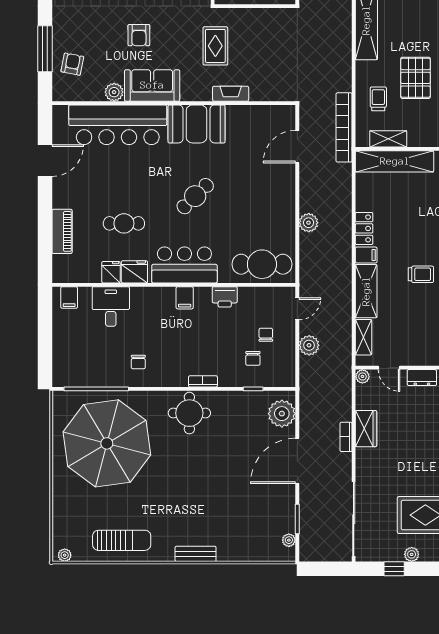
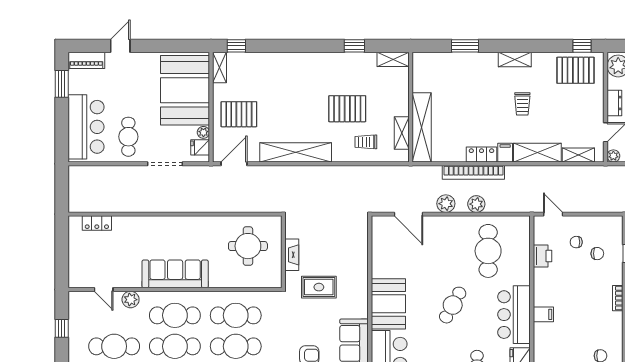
fireplace: (231, 94) -> (292, 255), moved, turned 180
bookcase: (344, 127) -> (473, 172), moved
cafe table: (195, 196) -> (453, 305), turned 73
cafe table: (262, 264) -> (488, 251), moved
trolley: (421, 274) -> (522, 104), turned 180
printer: (225, 297) -> (542, 256), moved
plant: (309, 345) -> (446, 204), moved

